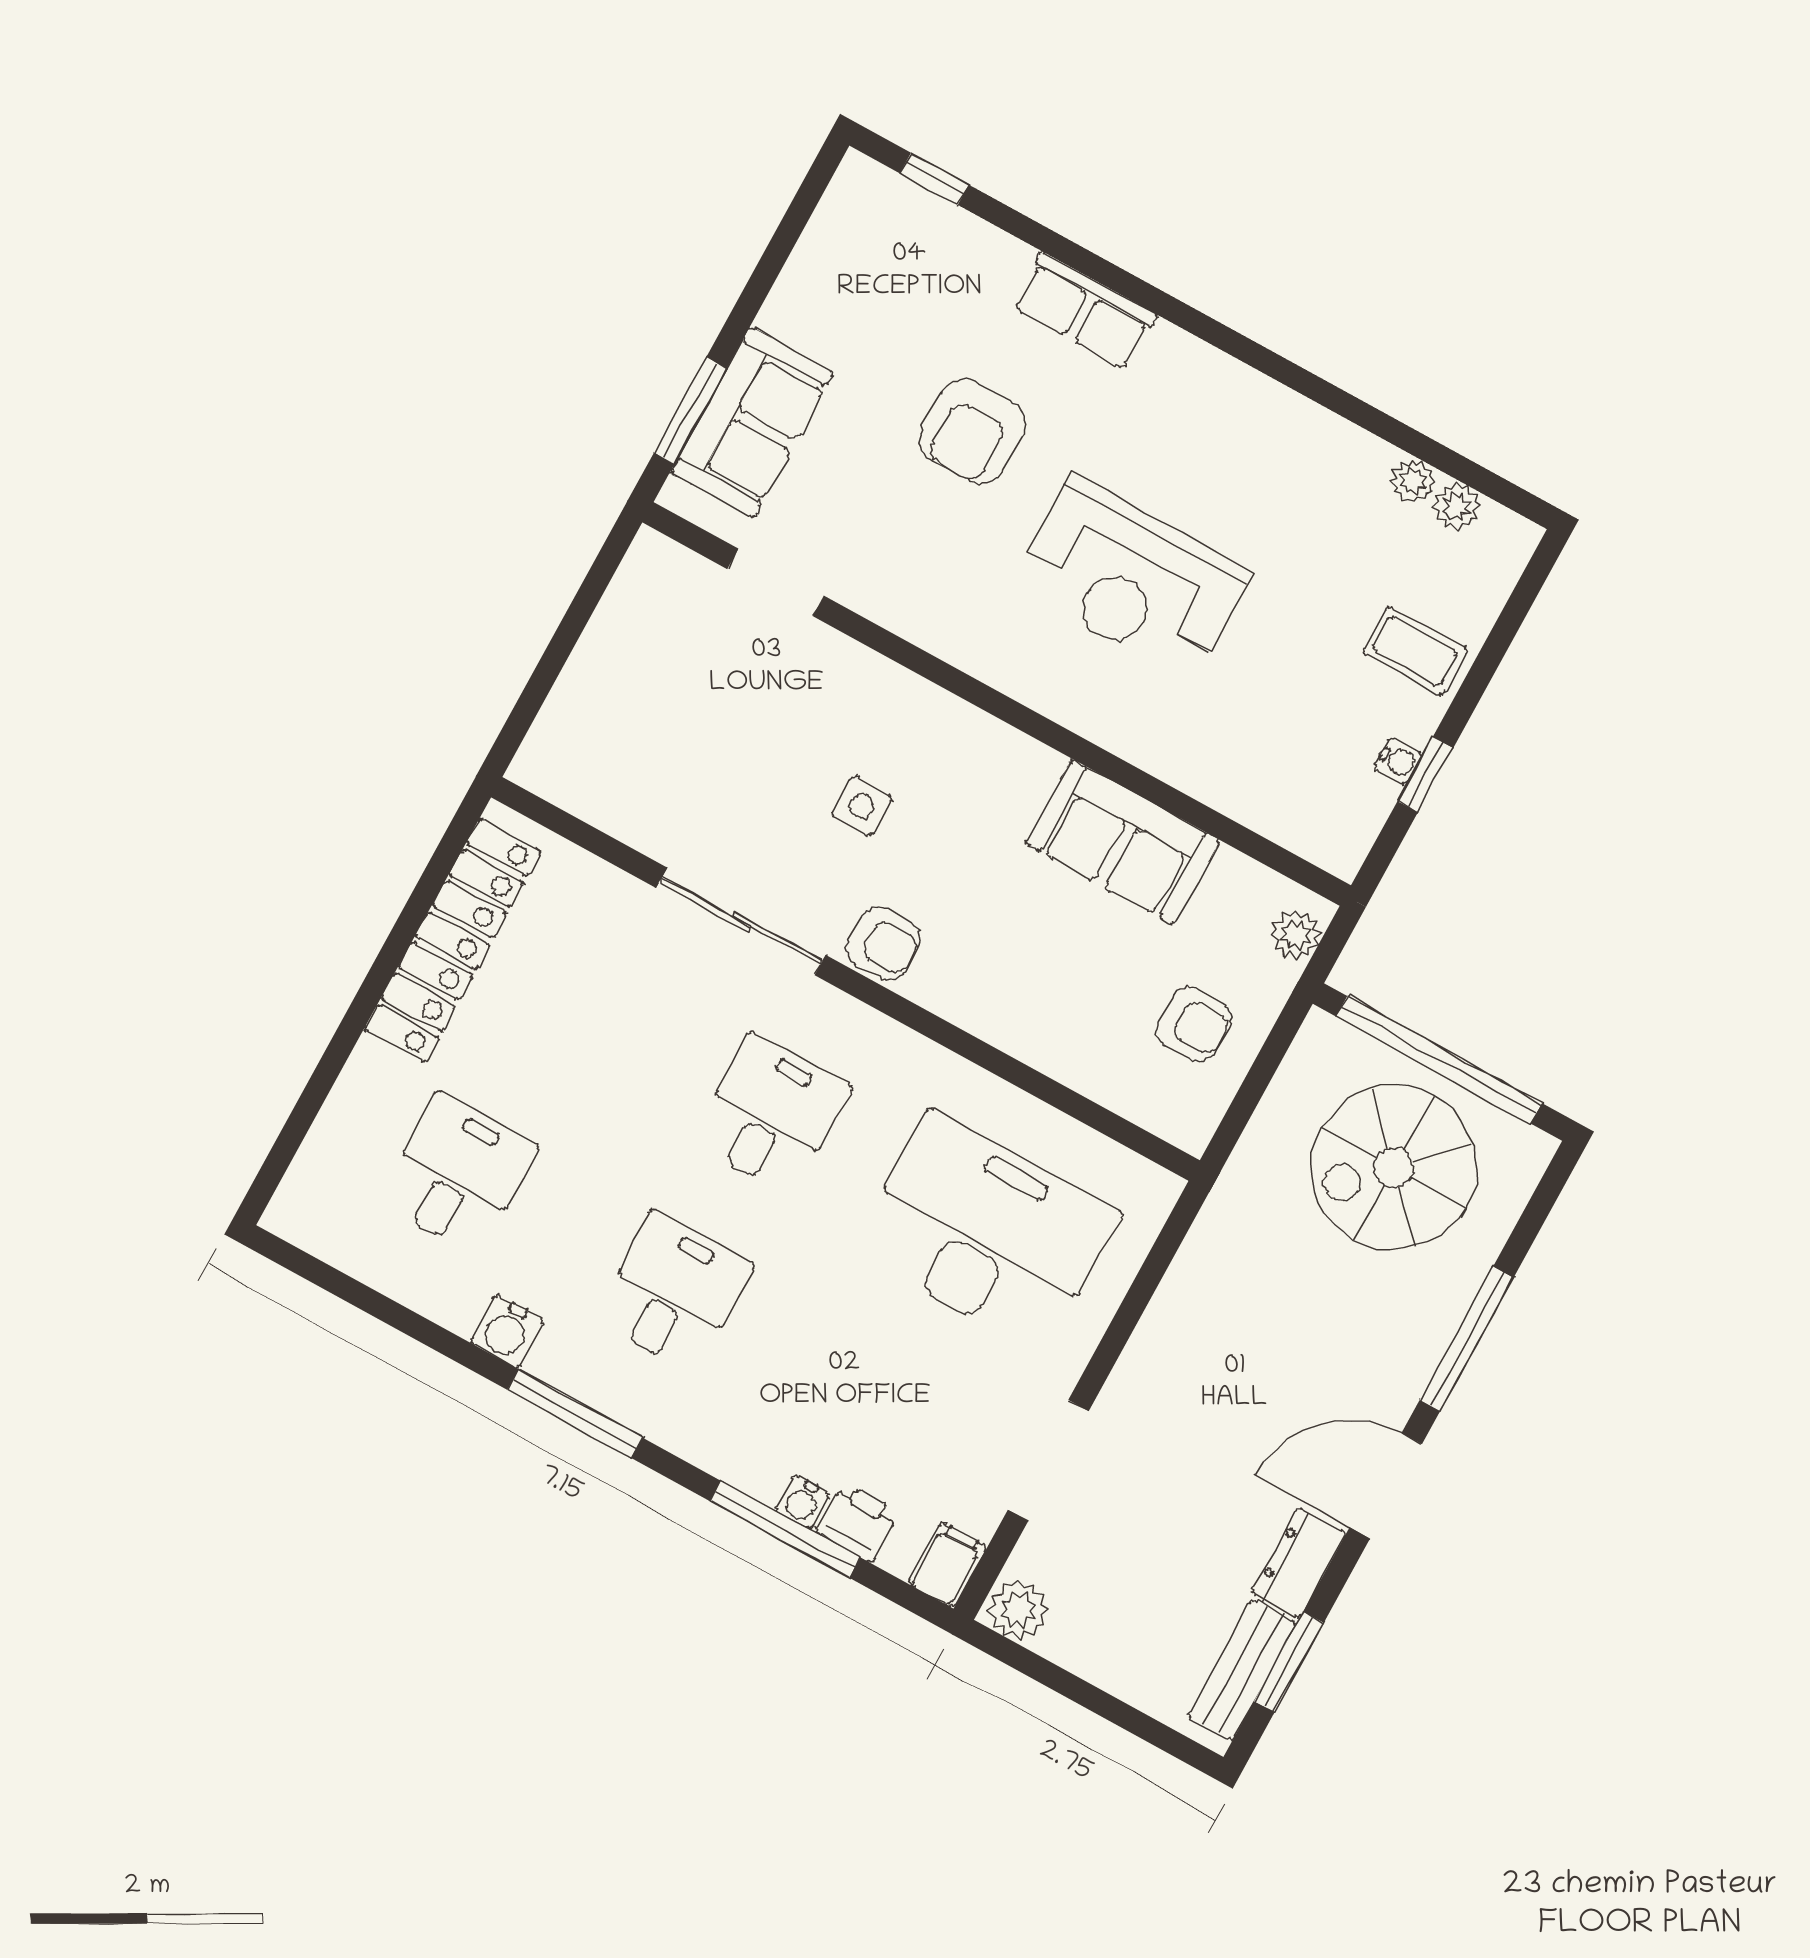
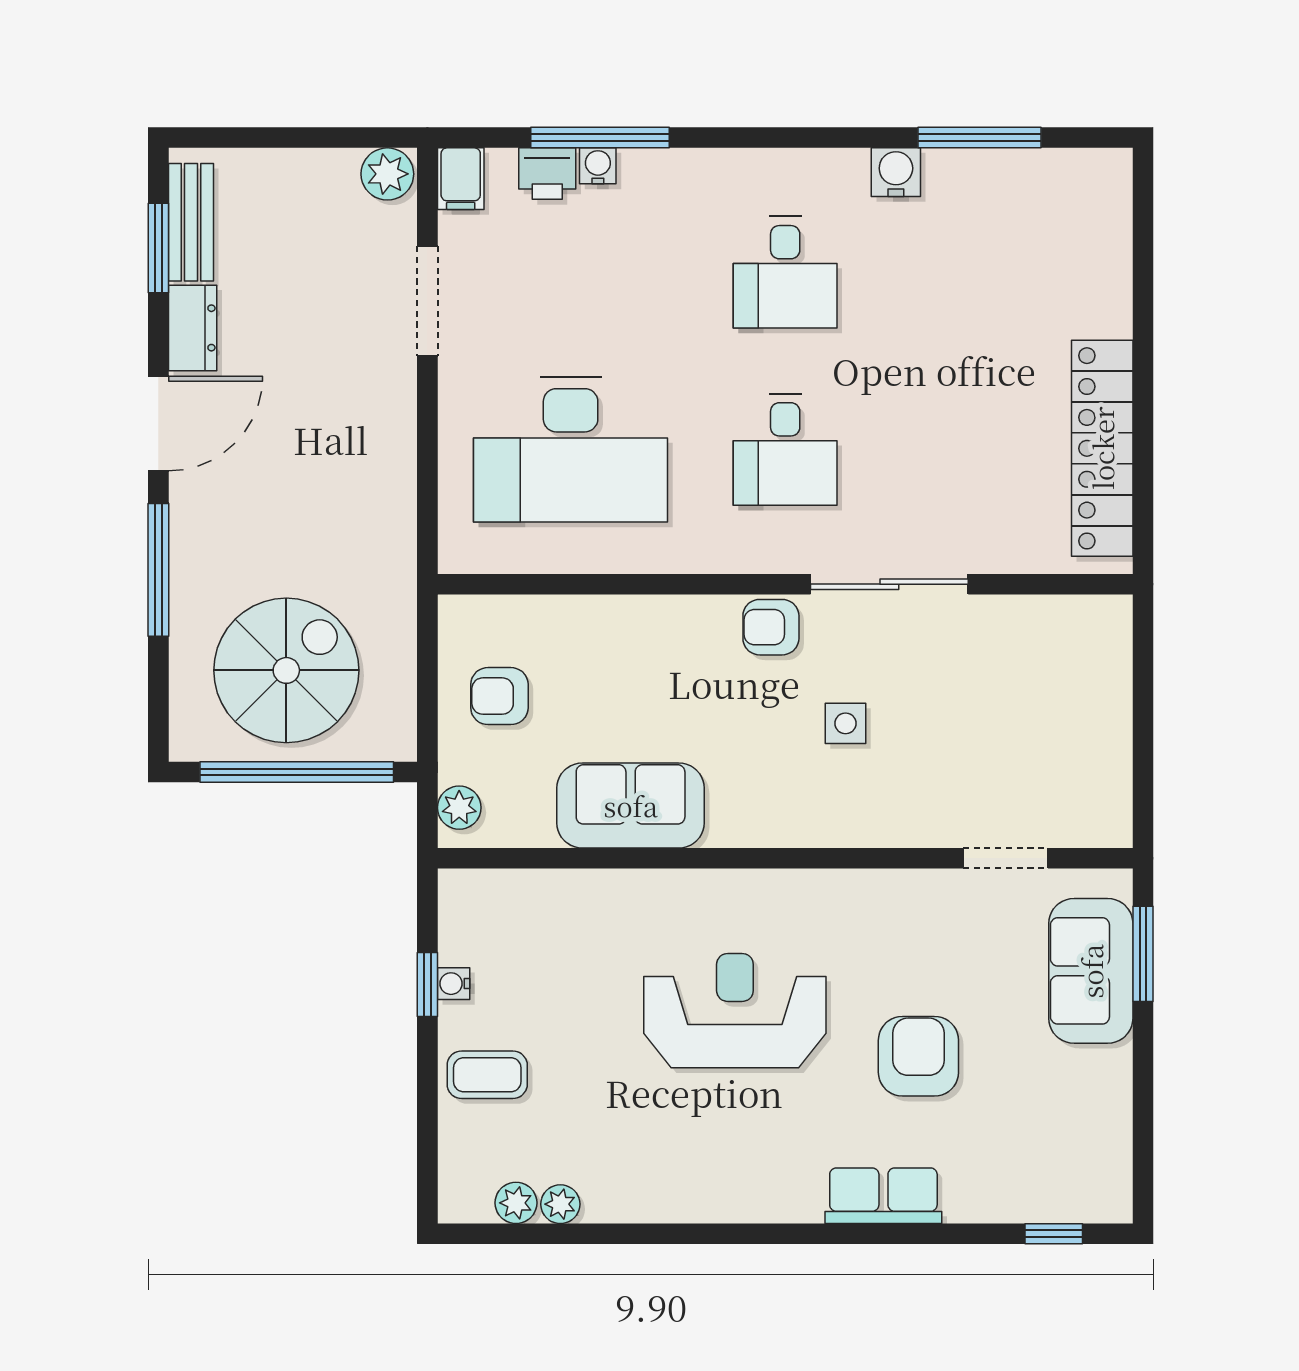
desk: (458, 1173) -> (1000, 272), removed
window: (575, 1414) -> (980, 138), moved

